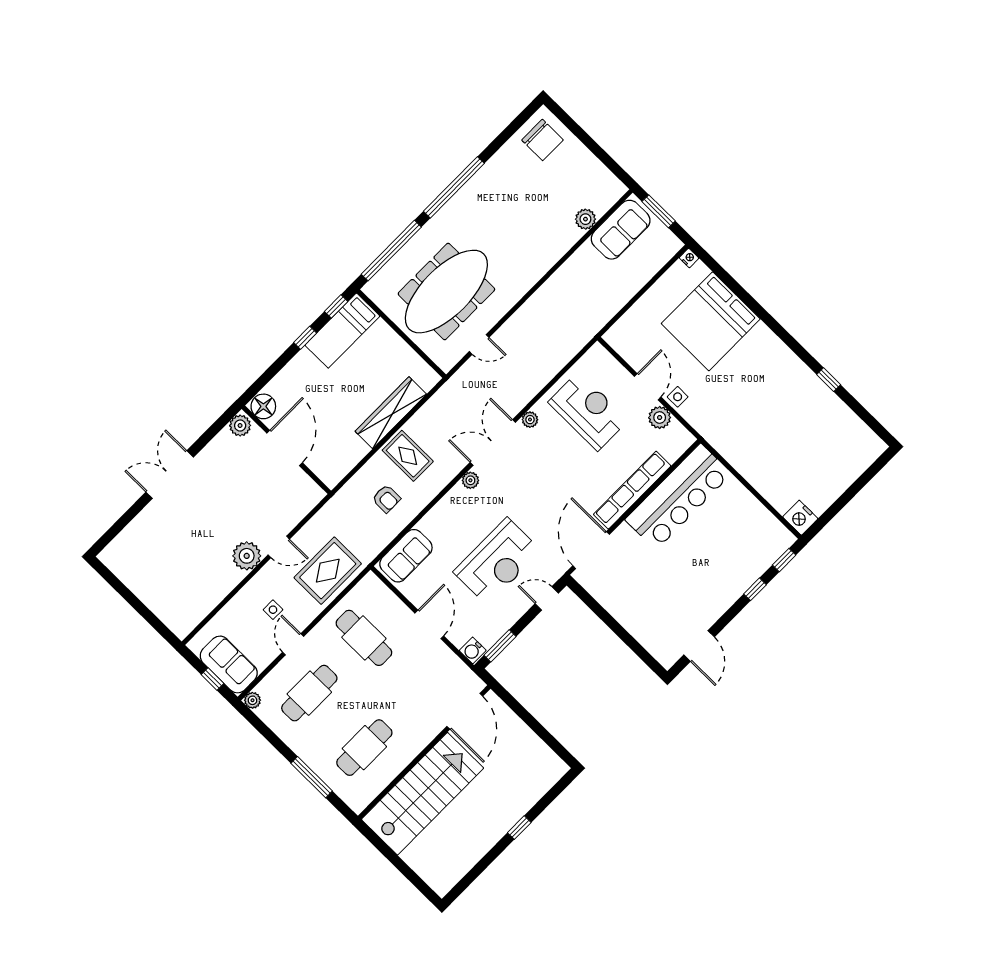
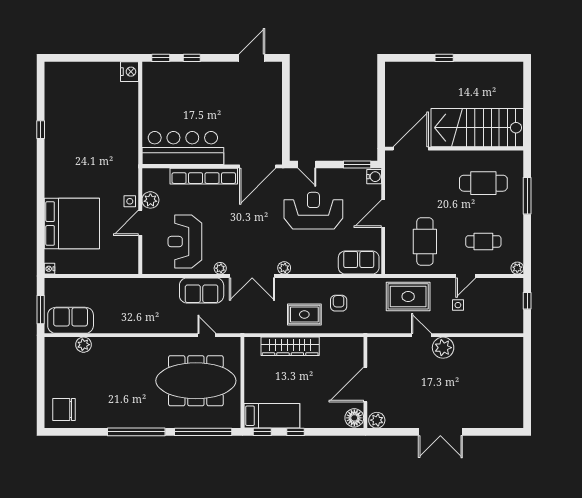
chair: (542, 140) -> (64, 410), turned -90
rug: (408, 456) -> (304, 314), turned 90
sofa: (229, 664) -> (202, 290), moved, turned -90
cafe table: (309, 693) -> (483, 241), width x0.73, depth x0.74

